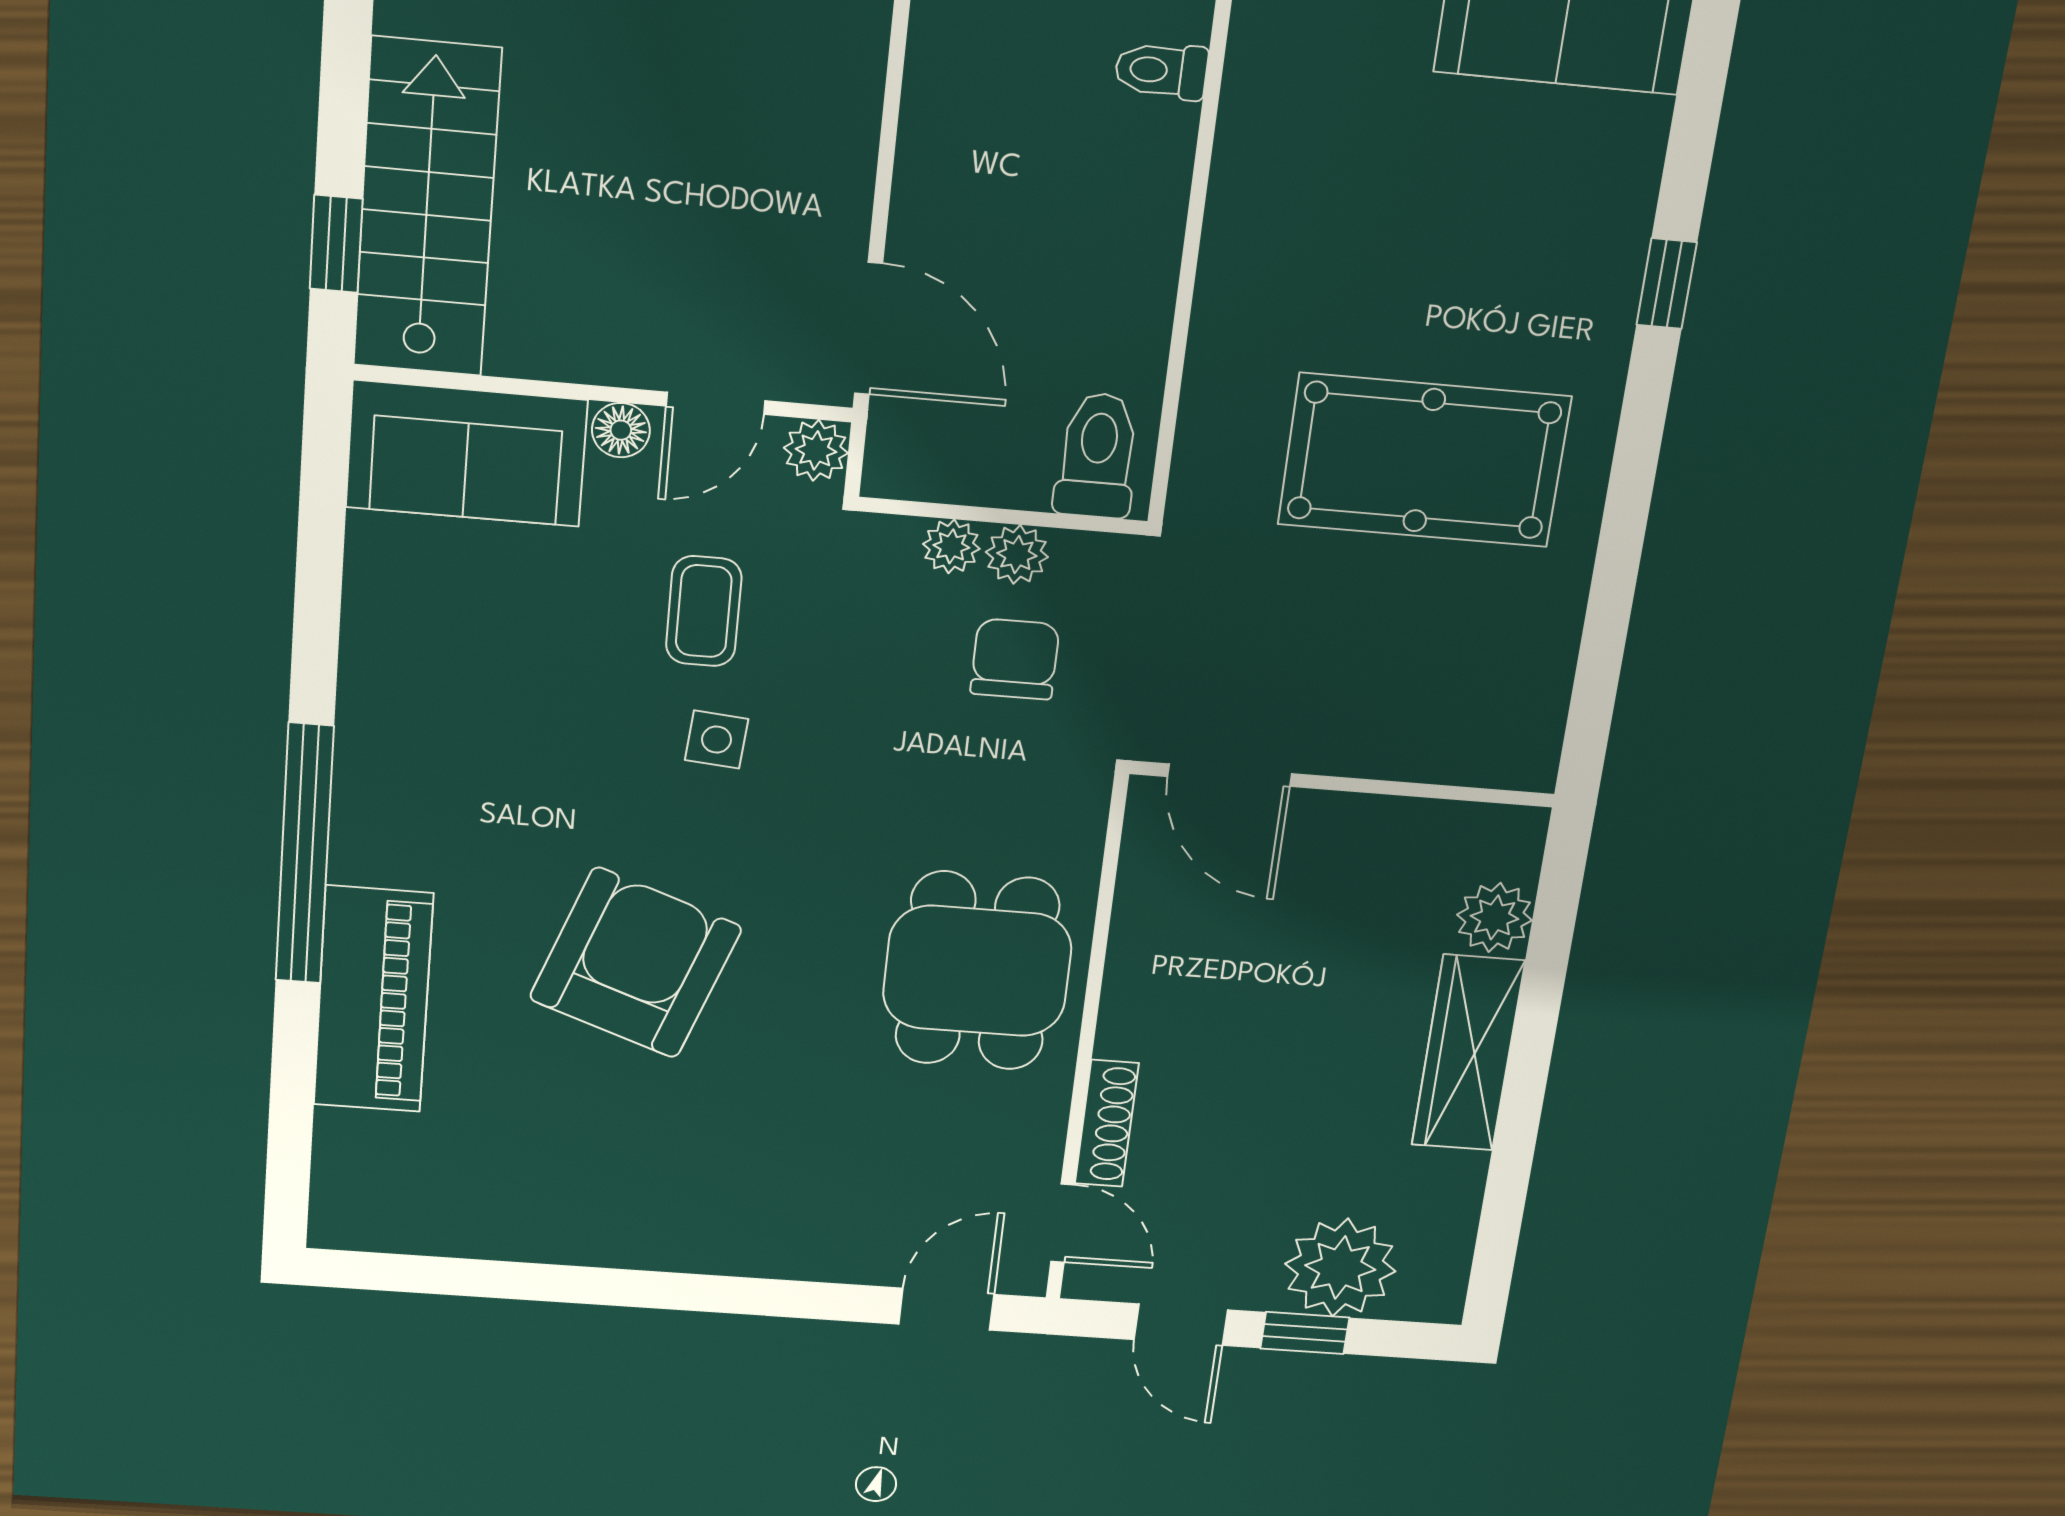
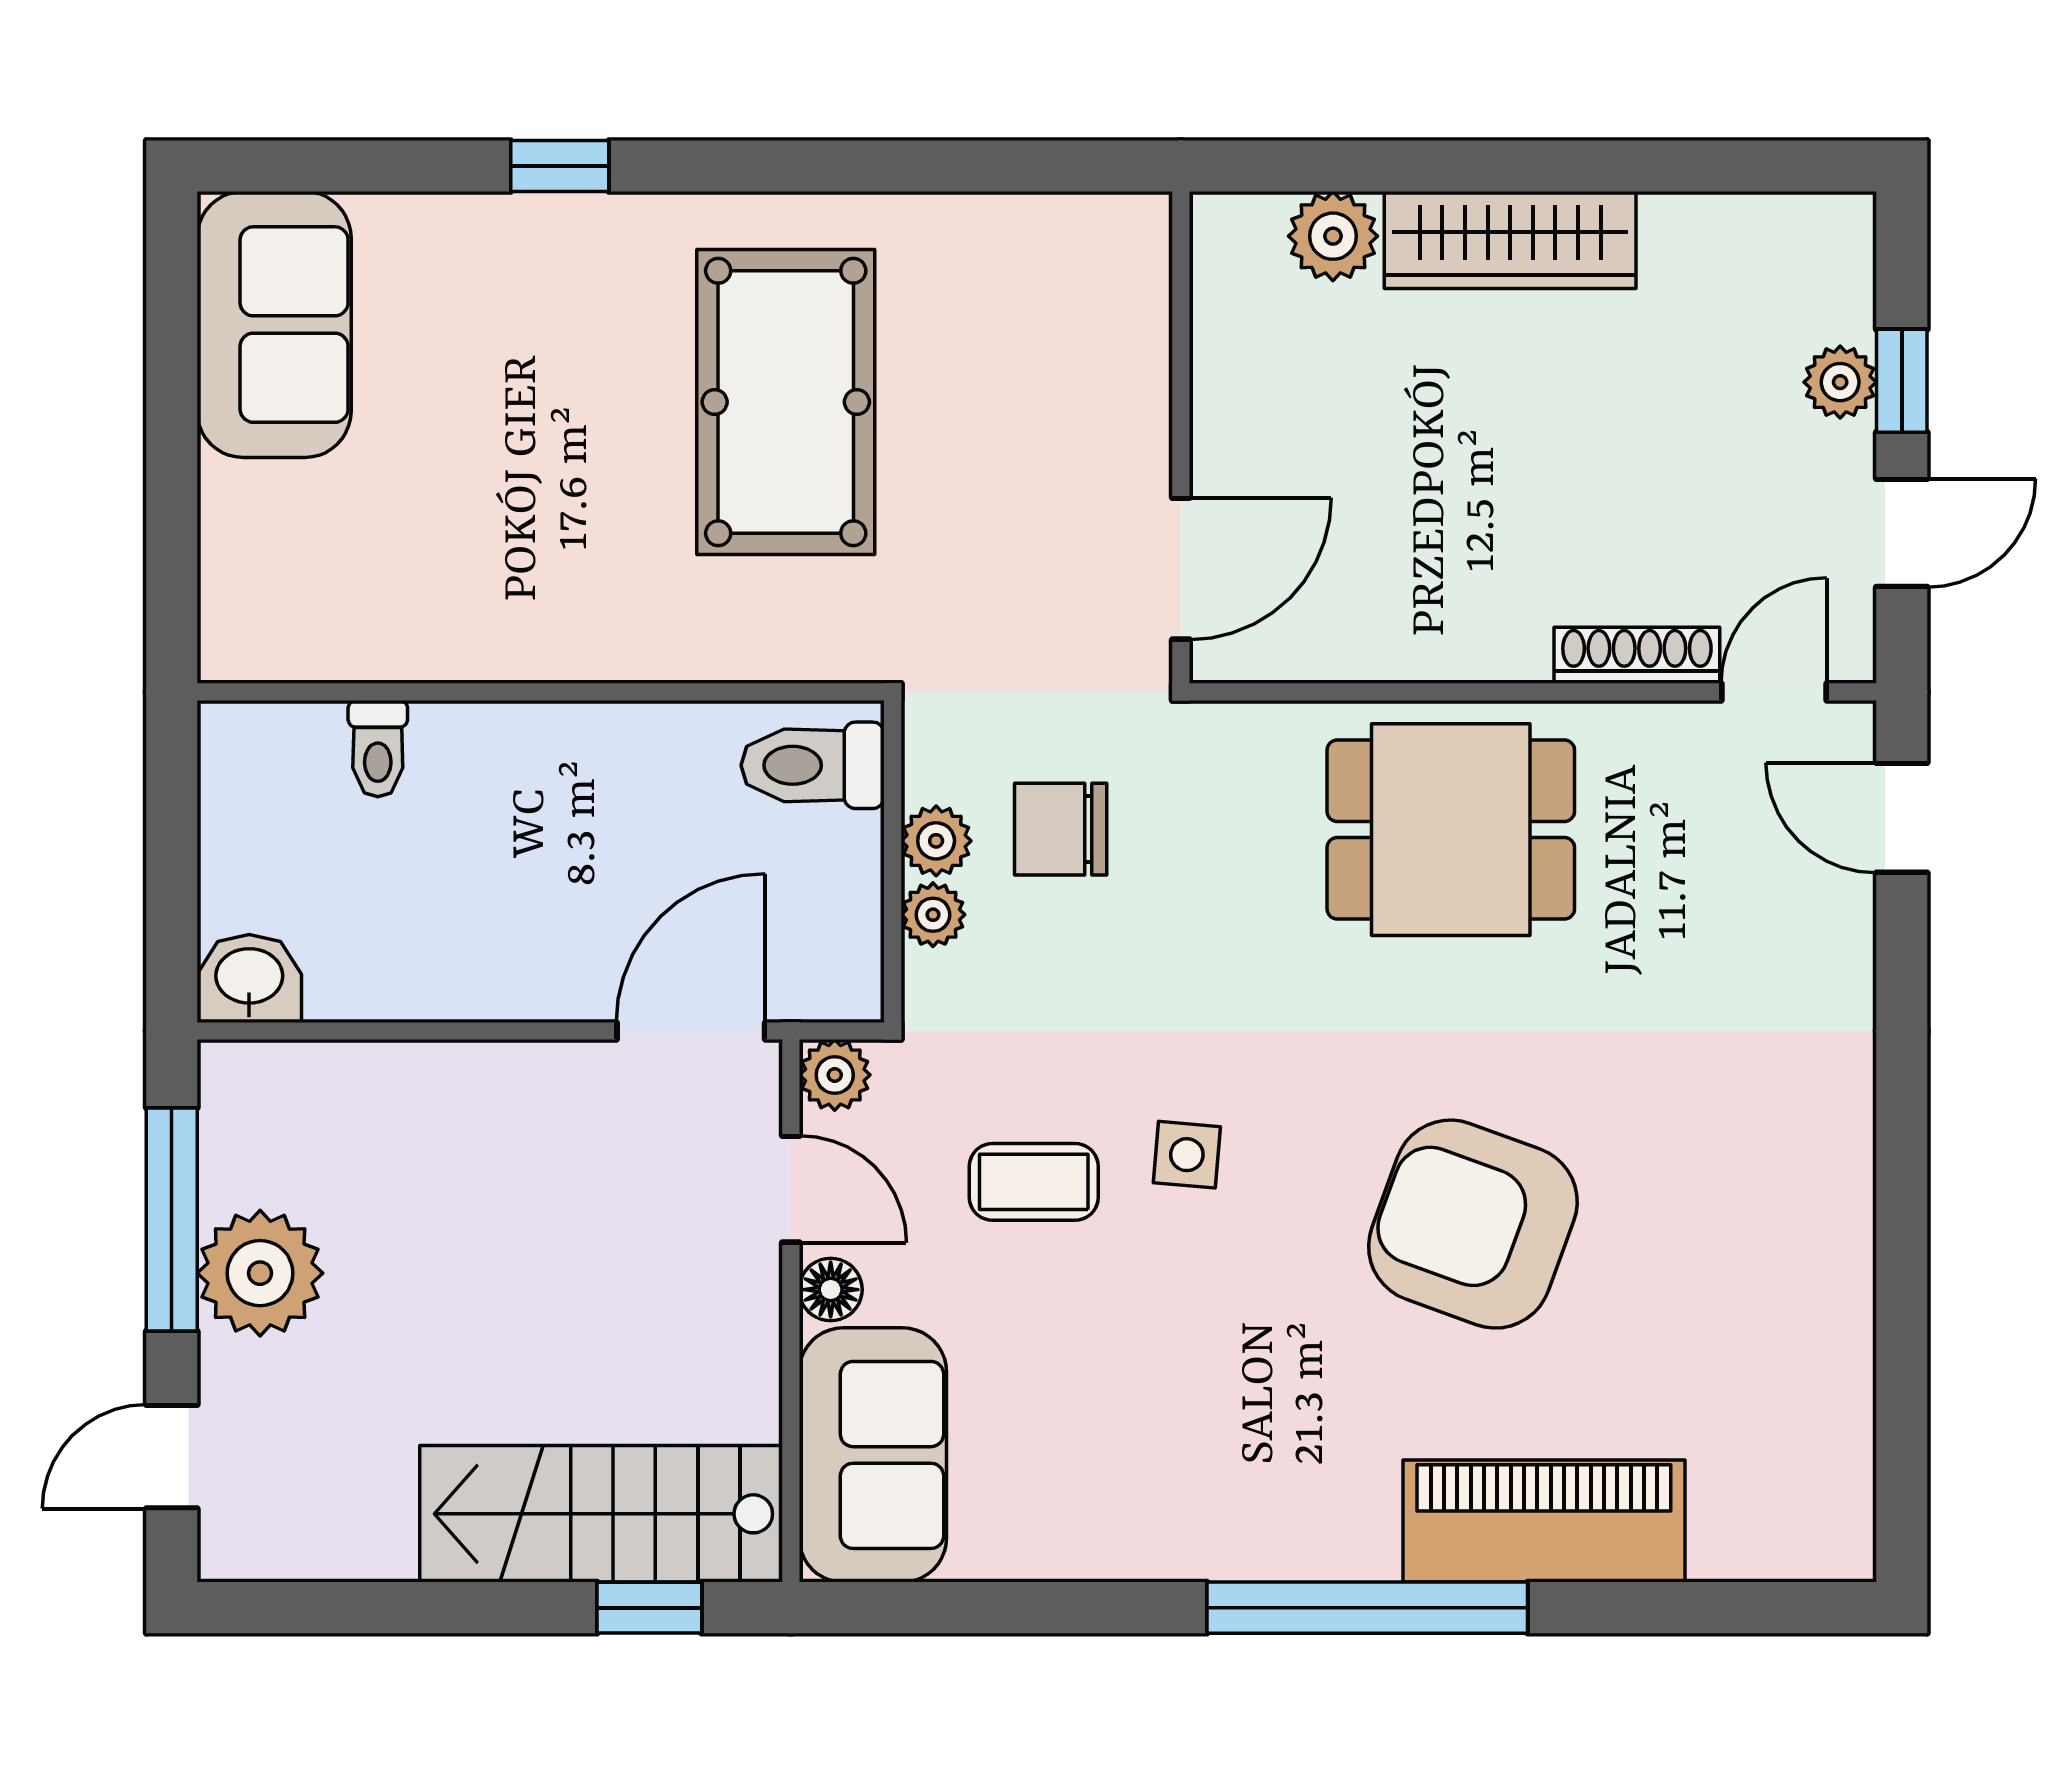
plant: (1340, 1267) -> (1840, 382), width x0.53, depth x0.53

